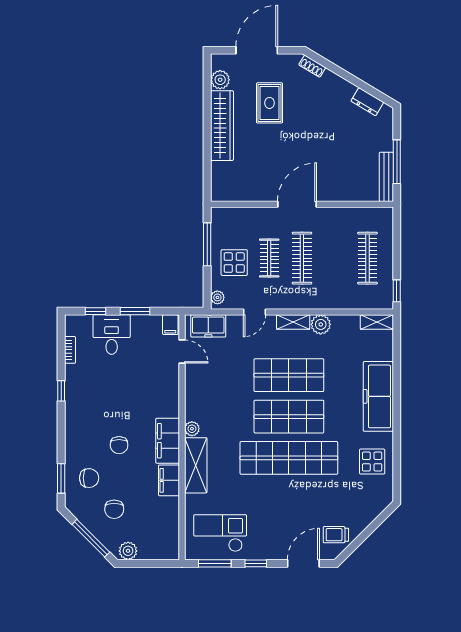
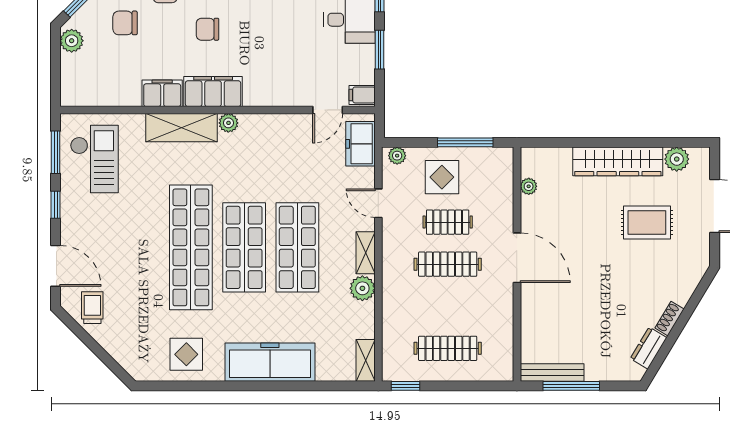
shoe rack: (312, 66) -> (669, 319), moved
plant: (241, 195) -> (529, 186), added

